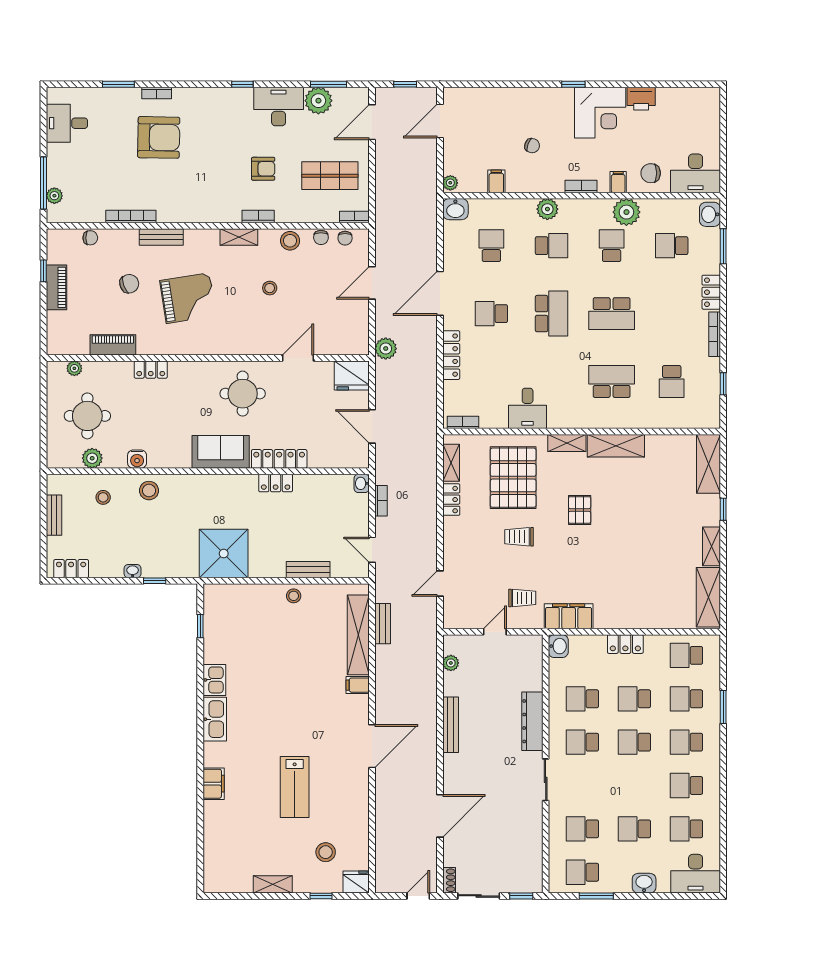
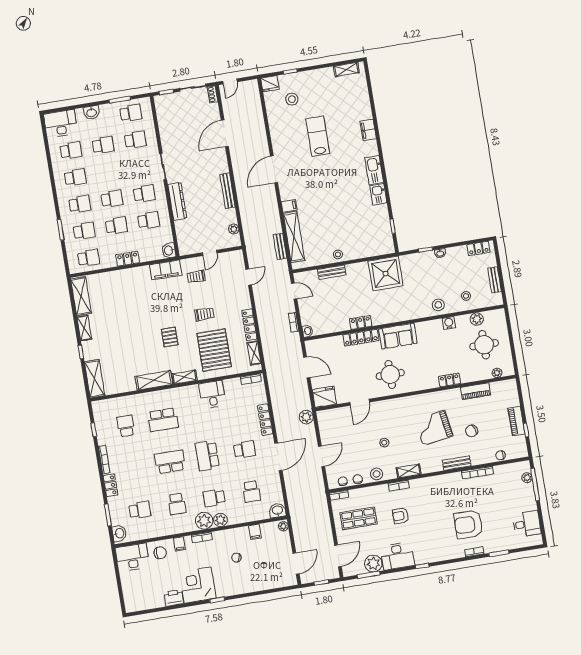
plant: (626, 212) -> (204, 521), moved
locker: (451, 500) -> (249, 325), width x1.53
shelving: (273, 884) -> (346, 70), moved

